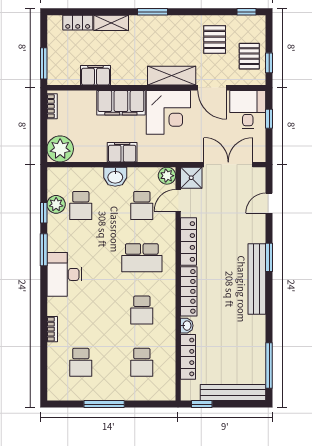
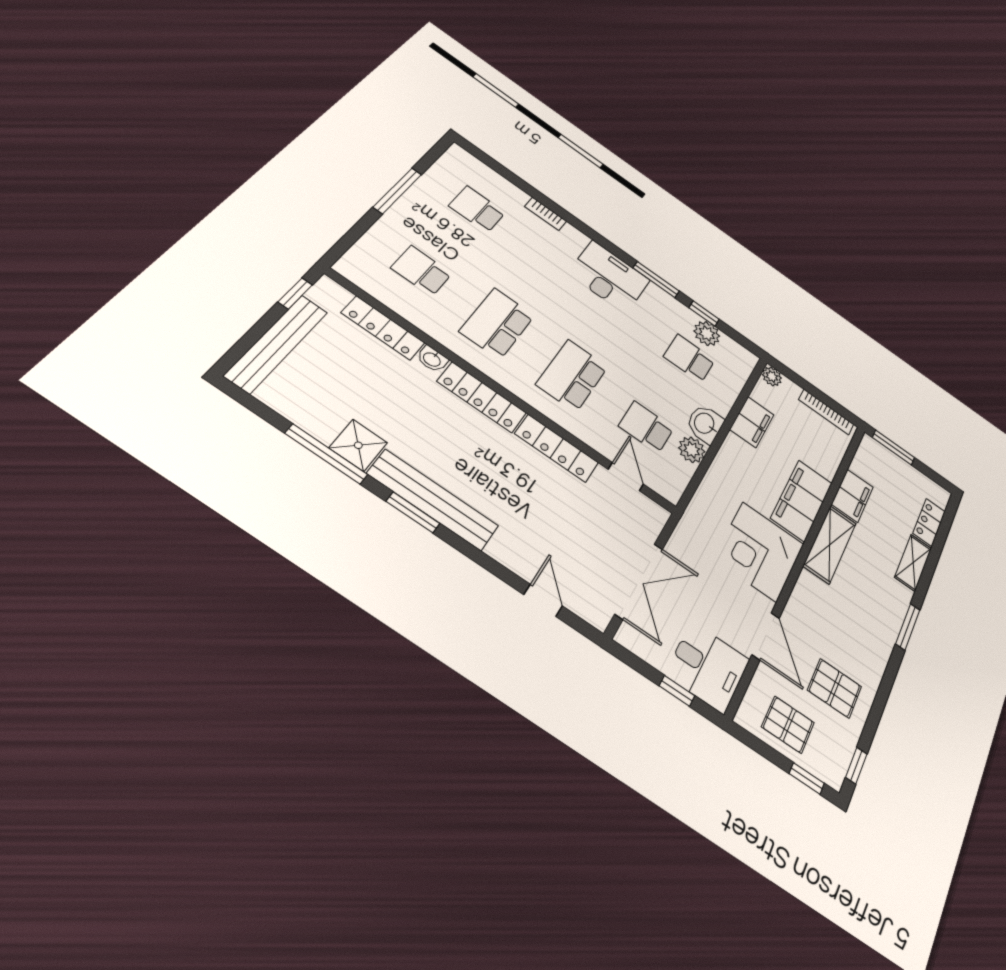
window: (269, 63) -> (807, 778), moved
shelving: (172, 76) -> (830, 544), moved
door: (212, 88) -> (766, 636), swing flipped
bookcase: (52, 106) -> (826, 412), width x1.56
plant: (60, 149) -> (772, 376), width x0.53, depth x0.53
filing cabinet: (122, 152) -> (752, 422), moved
plant: (167, 176) -> (692, 450), moved
shower: (191, 178) -> (358, 445), moved
window: (269, 257) -> (413, 512), moved
school desk: (142, 310) -> (497, 323), width x1.85
window: (269, 366) -> (326, 454), moved

